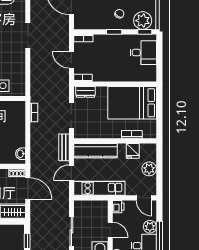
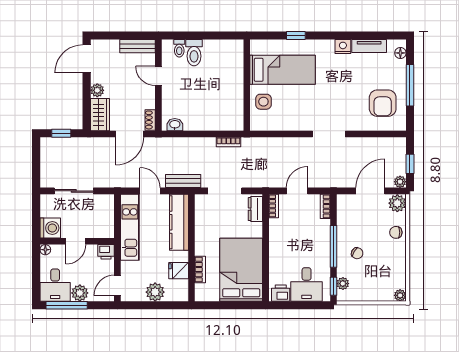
plant: (143, 21) -> (343, 284), width x0.53, depth x0.53
window: (114, 32) -> (333, 246), width x2.17
printer: (150, 72) -> (281, 293), added

